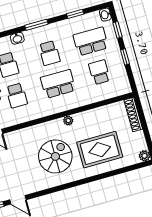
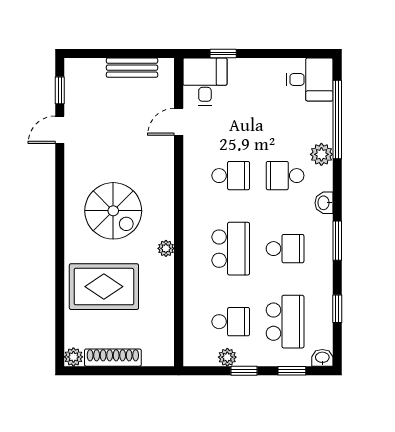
school desk: (49, 53) -> (285, 249), turned 180
plant: (120, 69) -> (227, 357), added
school desk: (17, 95) -> (231, 176), turned 180
shoe rack: (133, 115) -> (113, 358), moved
rug: (100, 150) -> (104, 287), turned 90

